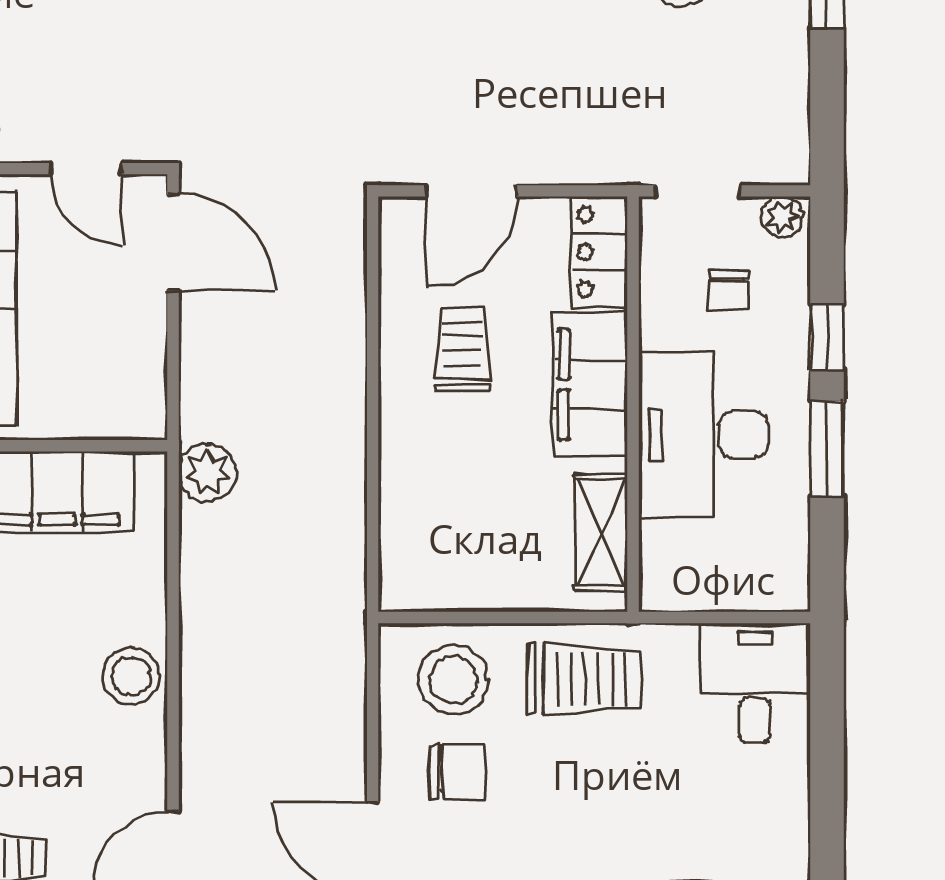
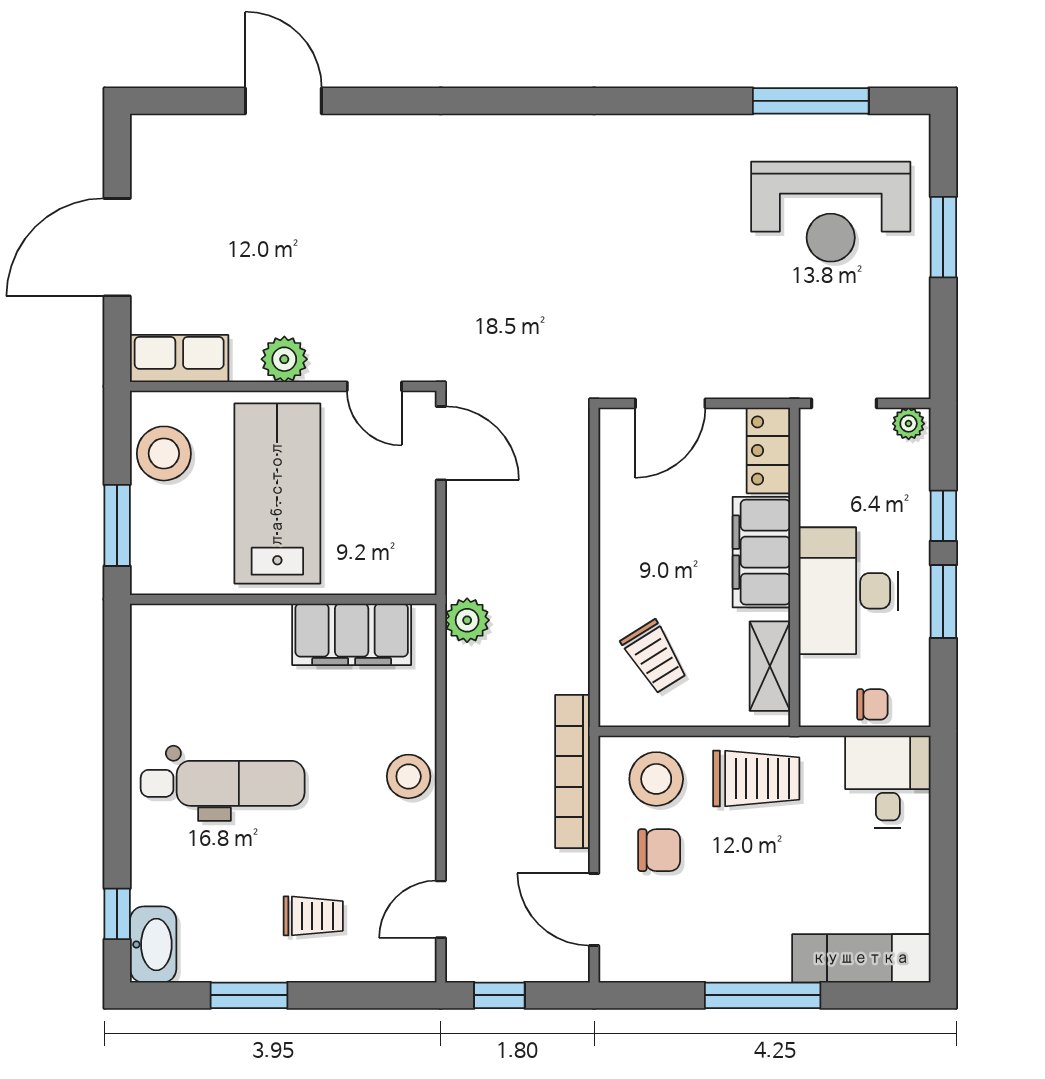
chair: (729, 291) -> (872, 704), moved, turned -90
trolley: (462, 350) -> (654, 657), moved, turned 148
bookcase: (344, 670) -> (572, 771), added

